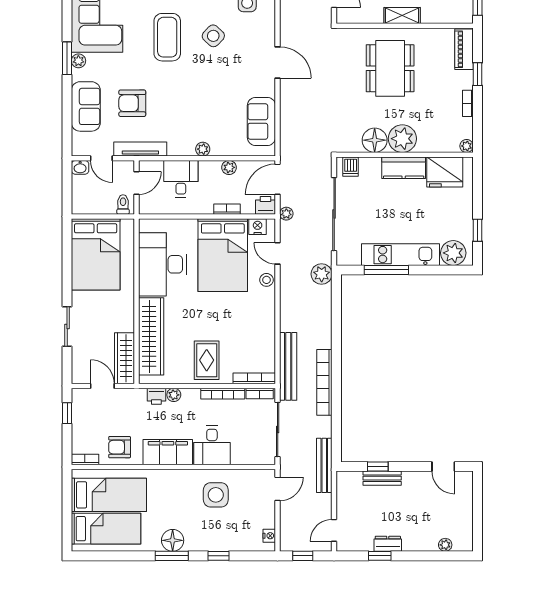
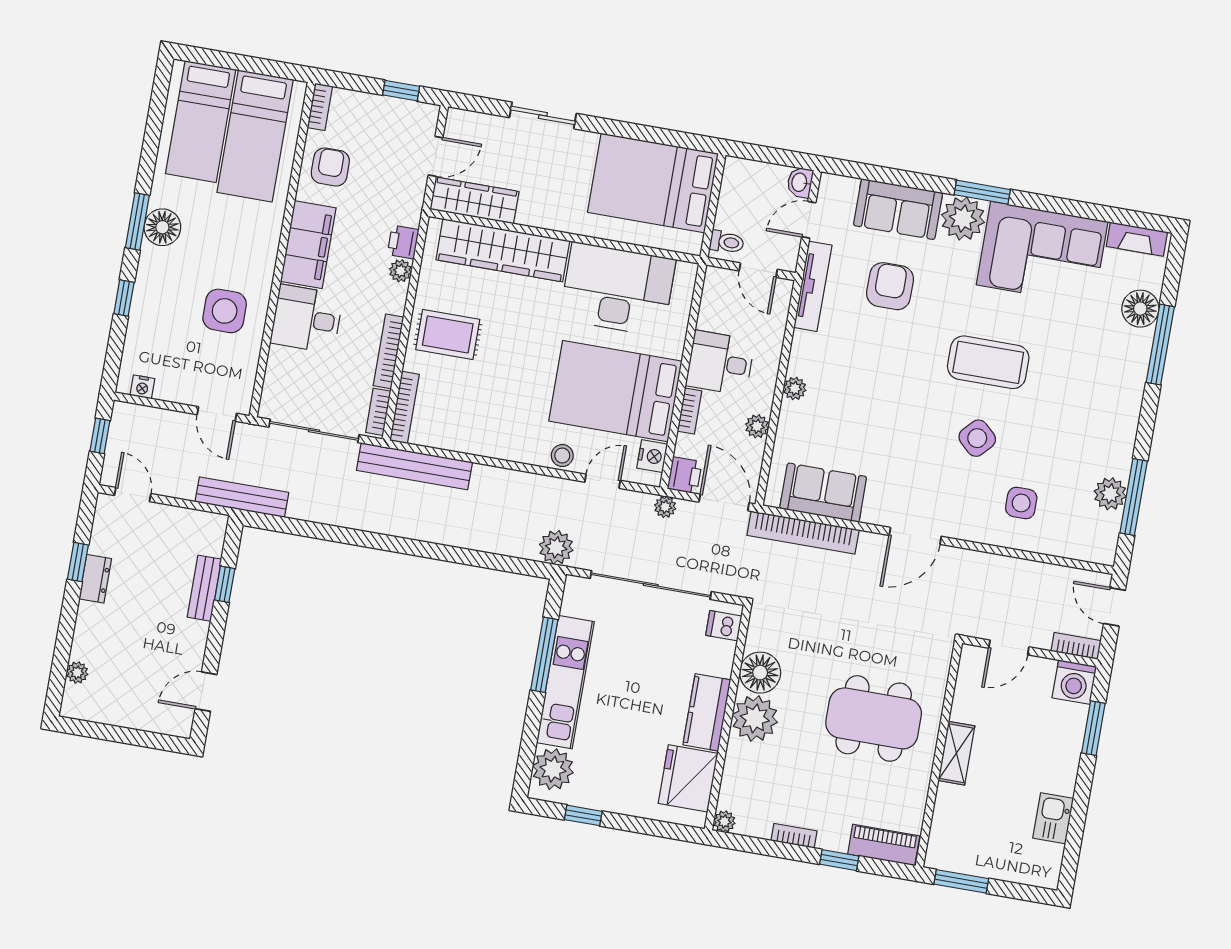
plant: (78, 61) -> (963, 219), width x1.88, depth x1.88
desk: (181, 179) -> (720, 363), moved, turned 180
bookcase: (324, 382) -> (803, 532), moved, turned 180

